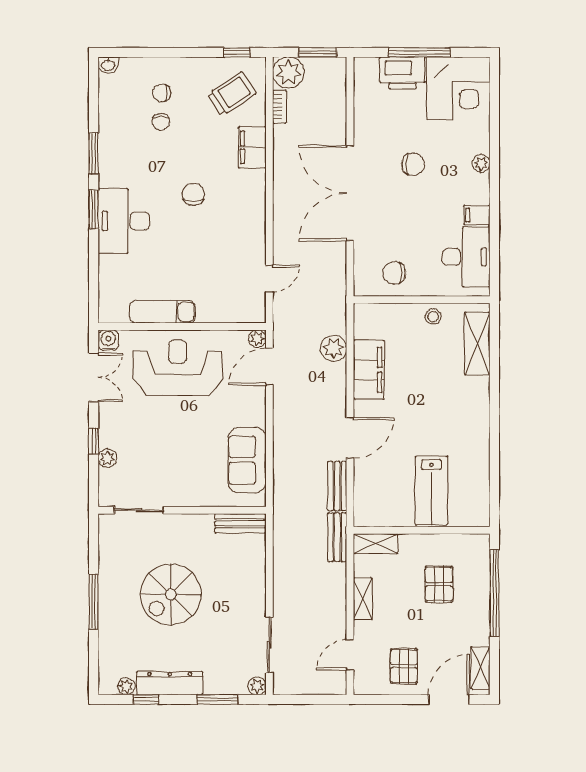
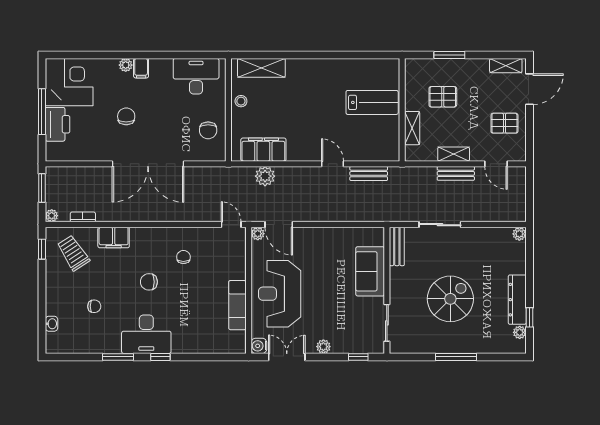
washbasin: (108, 65) -> (51, 324), moved
plant: (288, 72) -> (52, 216), width x0.53, depth x0.53
chair: (162, 93) -> (183, 257), moved, turned 180
window: (94, 209) -> (160, 357), width x0.67
filing cabinet: (477, 215) -> (141, 68), moved
desk: (124, 221) -> (146, 334), moved
door: (269, 278) -> (231, 225), moved
filing cabinet: (369, 370) -> (263, 150), moved
door: (350, 438) -> (332, 164), width x0.73
window: (94, 441) -> (358, 357), moved
plant: (107, 458) -> (323, 347), moved
sofa: (247, 460) -> (370, 271), moved, turned 90
bench: (337, 537) -> (456, 173), moved
shelving: (376, 544) -> (412, 128), moved
window: (494, 593) -> (449, 55), width x0.47
spiral stairs: (171, 594) -> (450, 299), turned -90
sliding door: (269, 645) -> (440, 225), moved
window: (217, 699) -> (529, 264), removed
door: (449, 699) -> (529, 89), swing flipped

